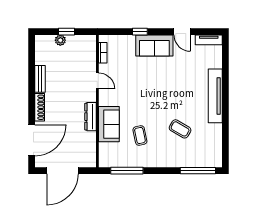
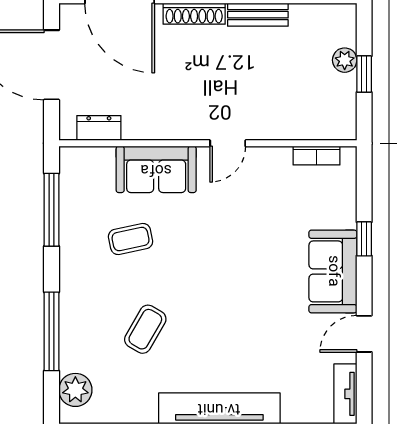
door: (97, 81) -> (228, 143), moved
dresser: (90, 117) -> (99, 128), moved, width x0.70
plant: (207, 160) -> (75, 390), added
window: (198, 171) -> (51, 331), moved

